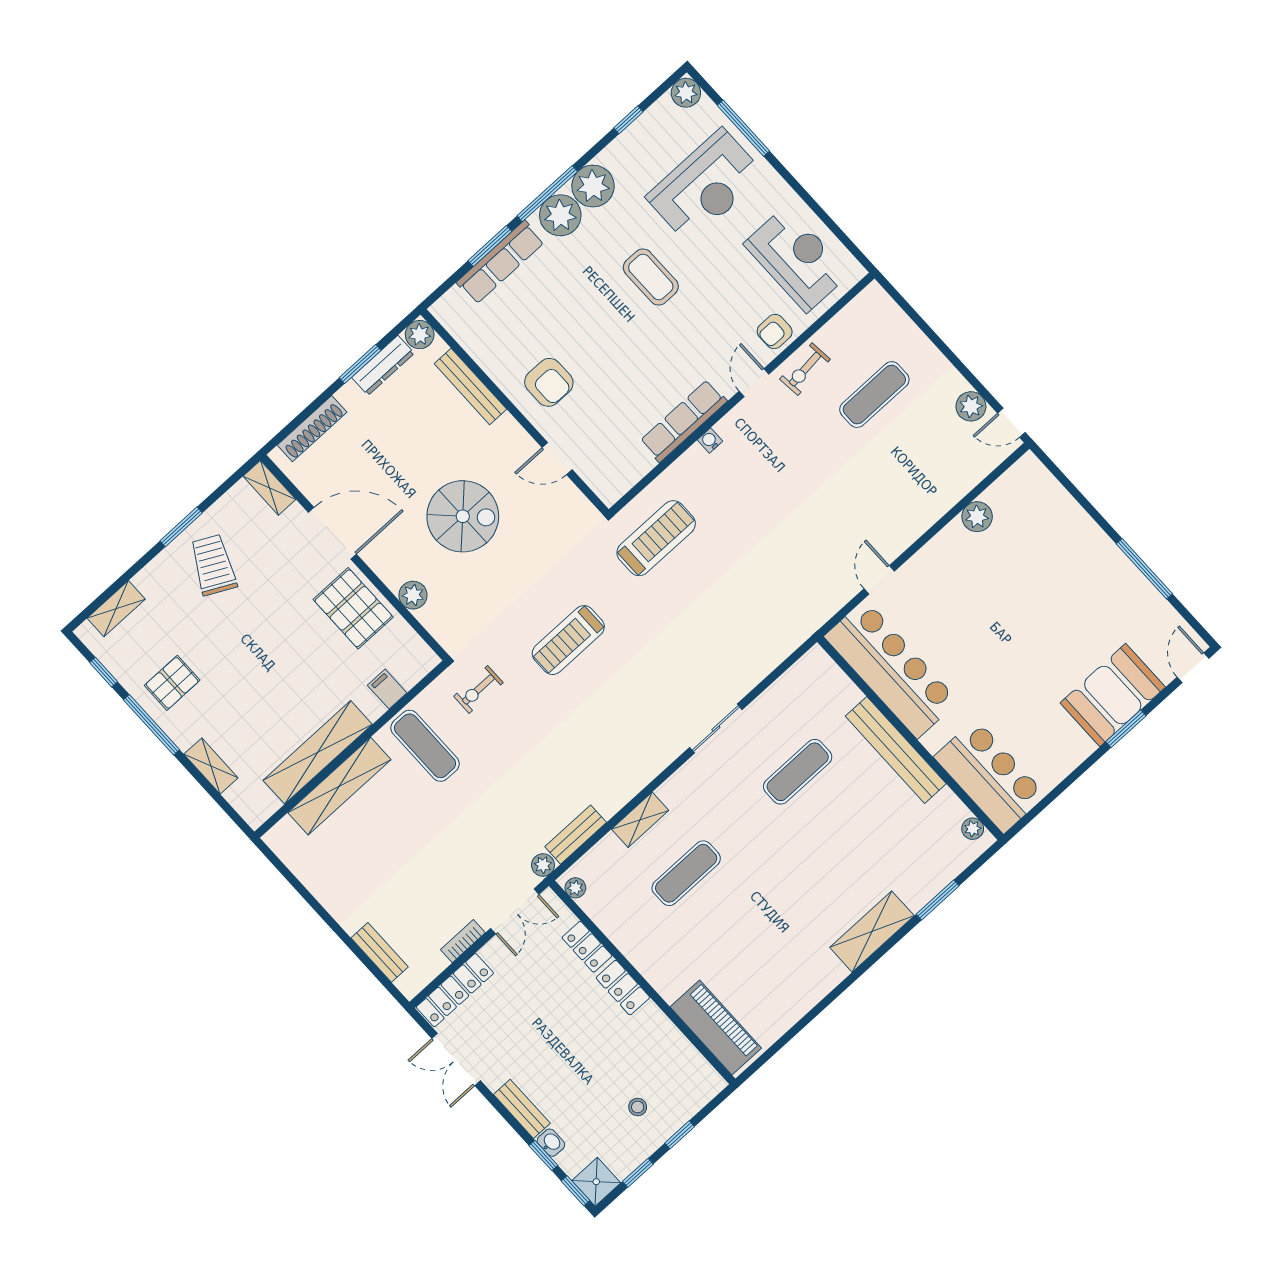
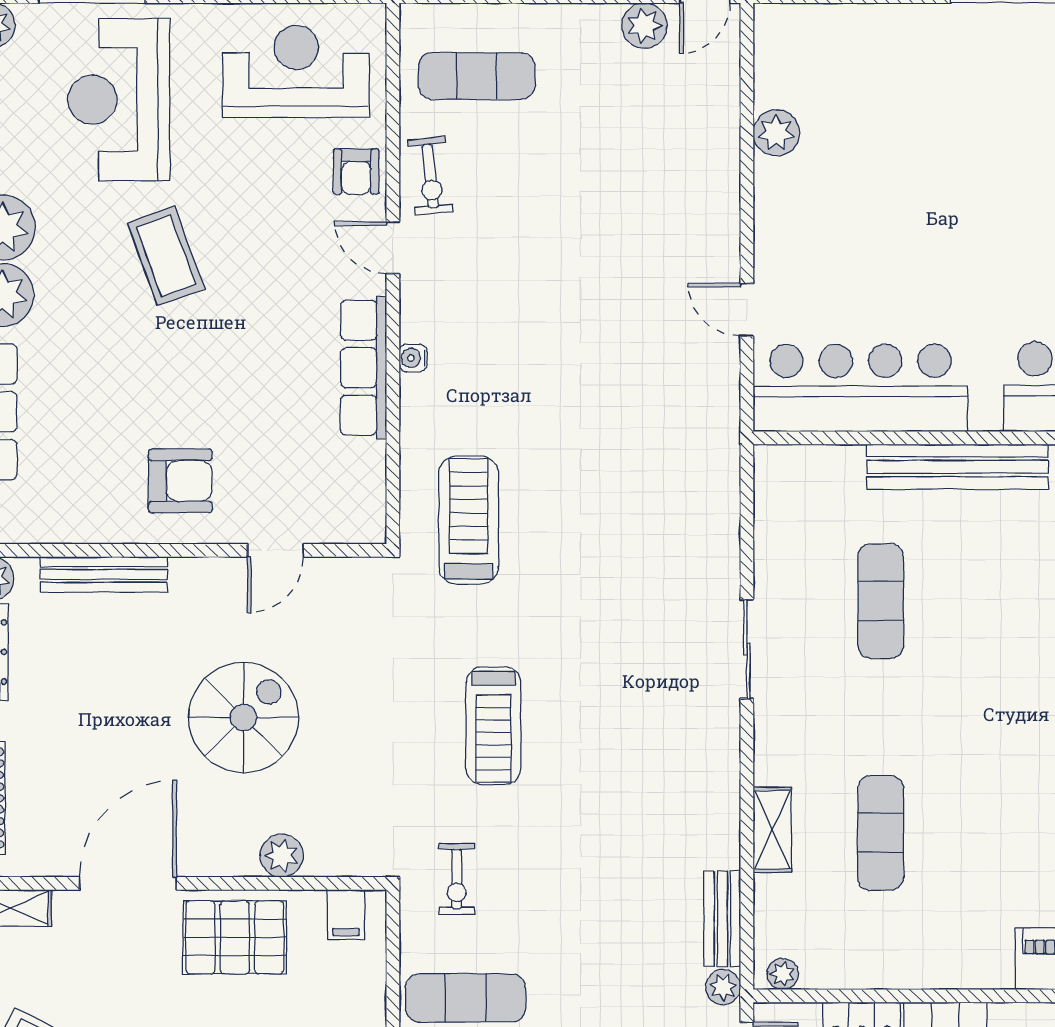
reception desk: (705, 186) -> (119, 100), turned 180
coffee table: (651, 277) -> (166, 256), turned 70
exercise mat: (874, 395) -> (477, 76), moved, turned 90
filing cabinet: (387, 689) -> (346, 915), moved, turned -90

